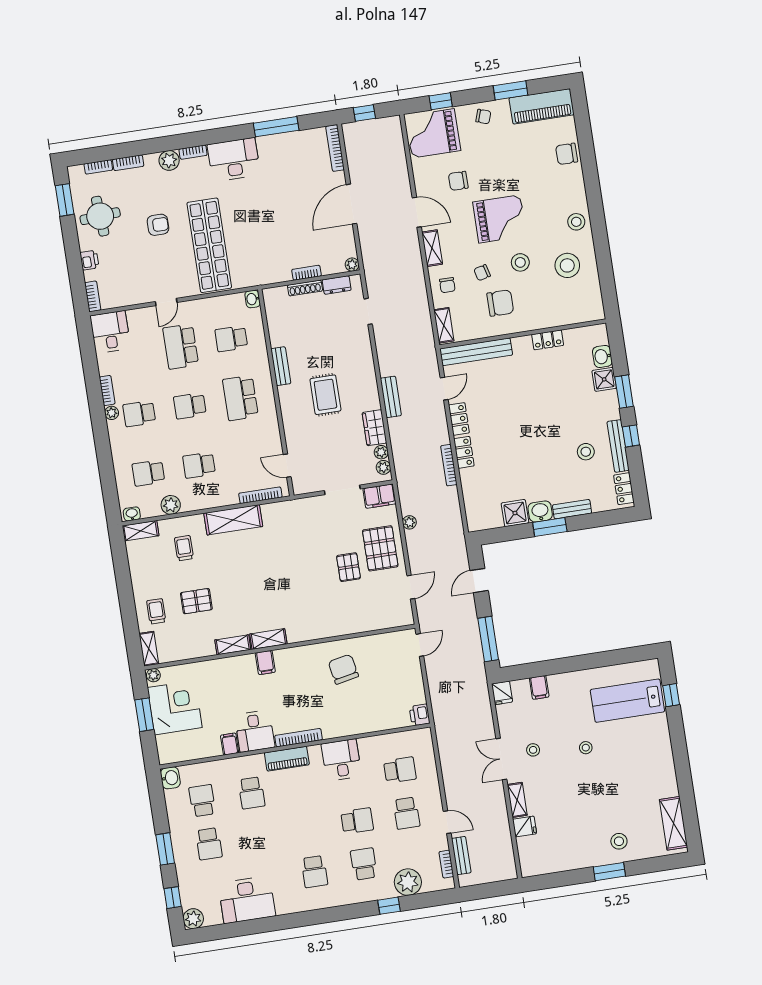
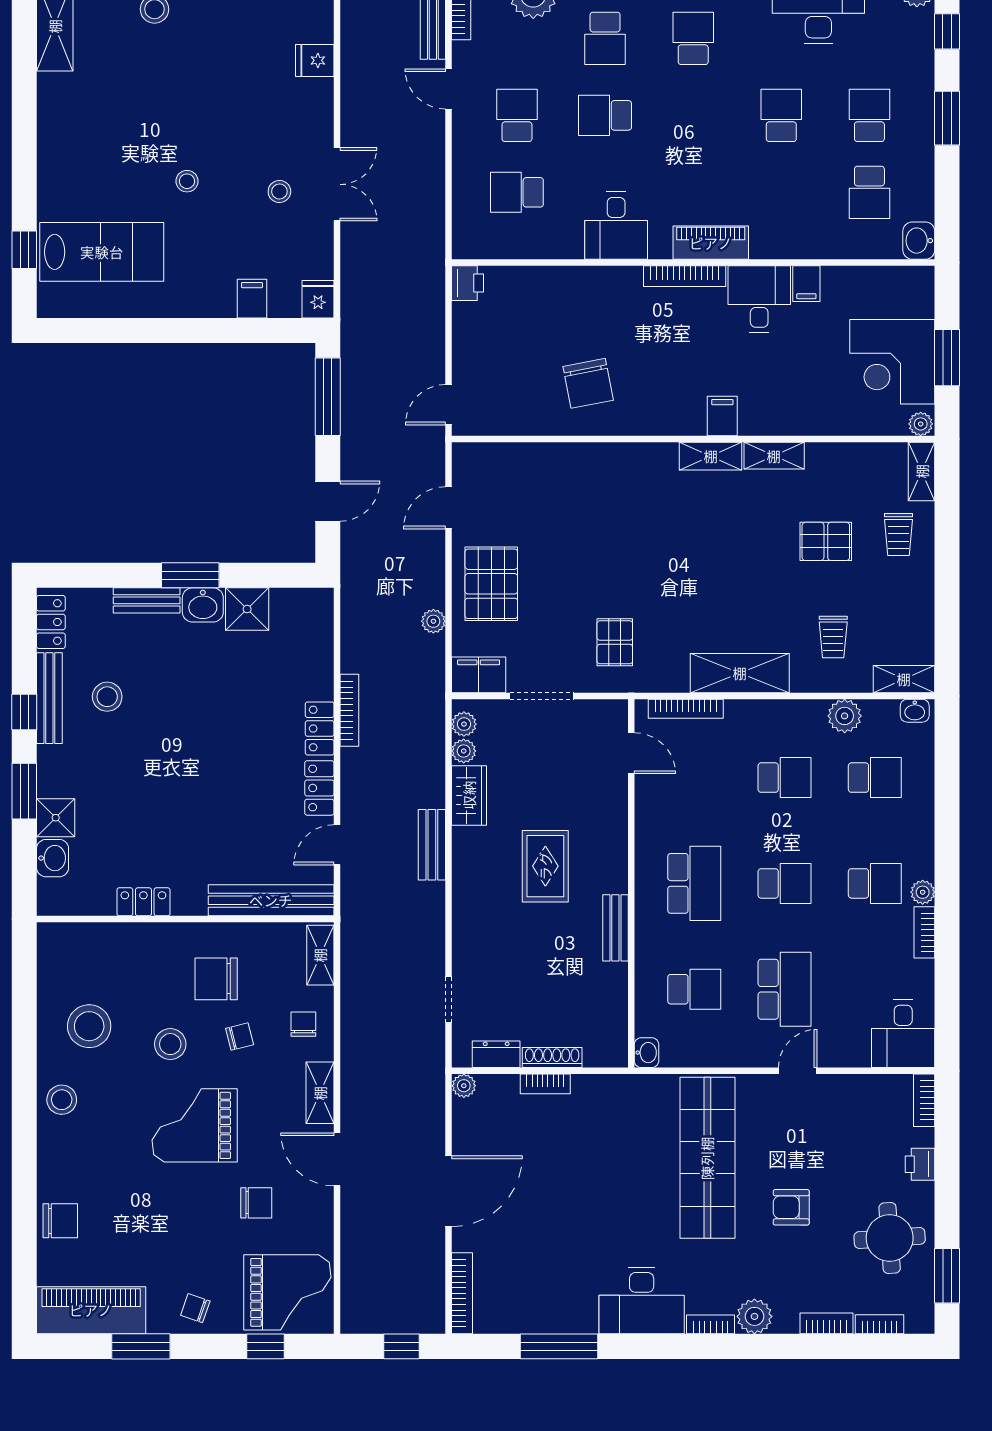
pallet: (348, 567) -> (615, 642), moved
school desk: (252, 793) -> (781, 115), moved
shelving: (517, 800) -> (321, 109), removed

